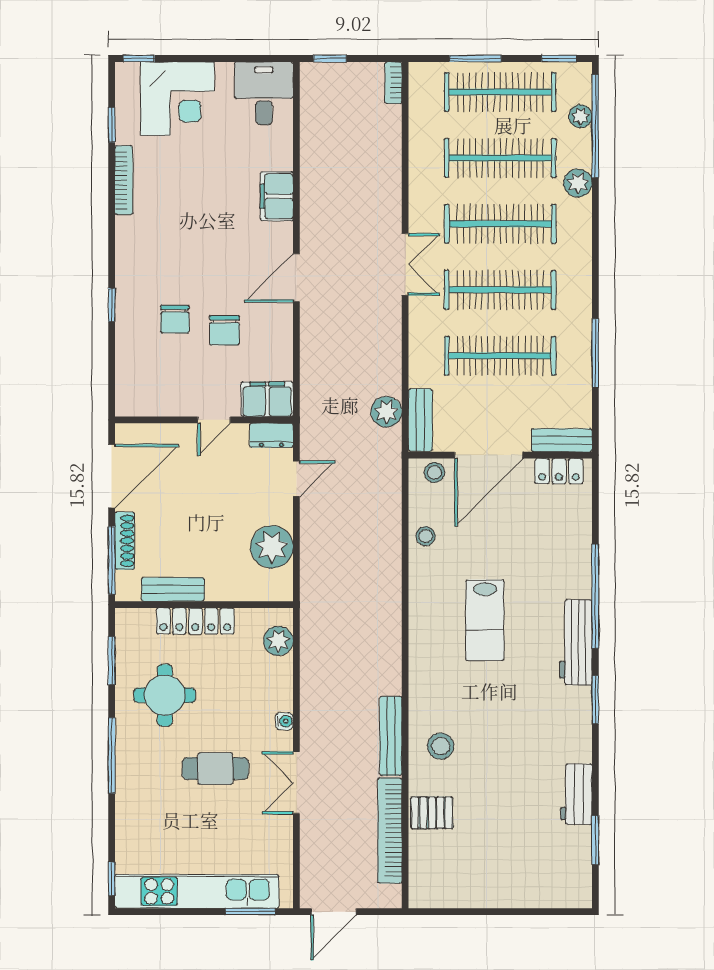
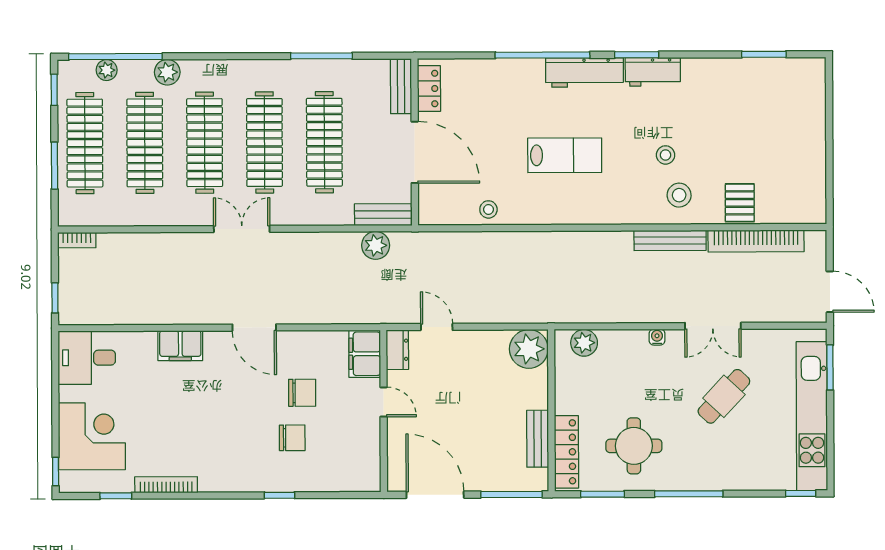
stool: (434, 472) -> (666, 155), moved
shoe rack: (125, 541) -> (494, 483), removed
plant: (272, 547) -> (529, 349), moved
locker: (195, 621) -> (566, 452), moved
cafe table: (215, 769) -> (724, 396), moved, turned 43
workbench: (576, 794) -> (653, 72), moved

